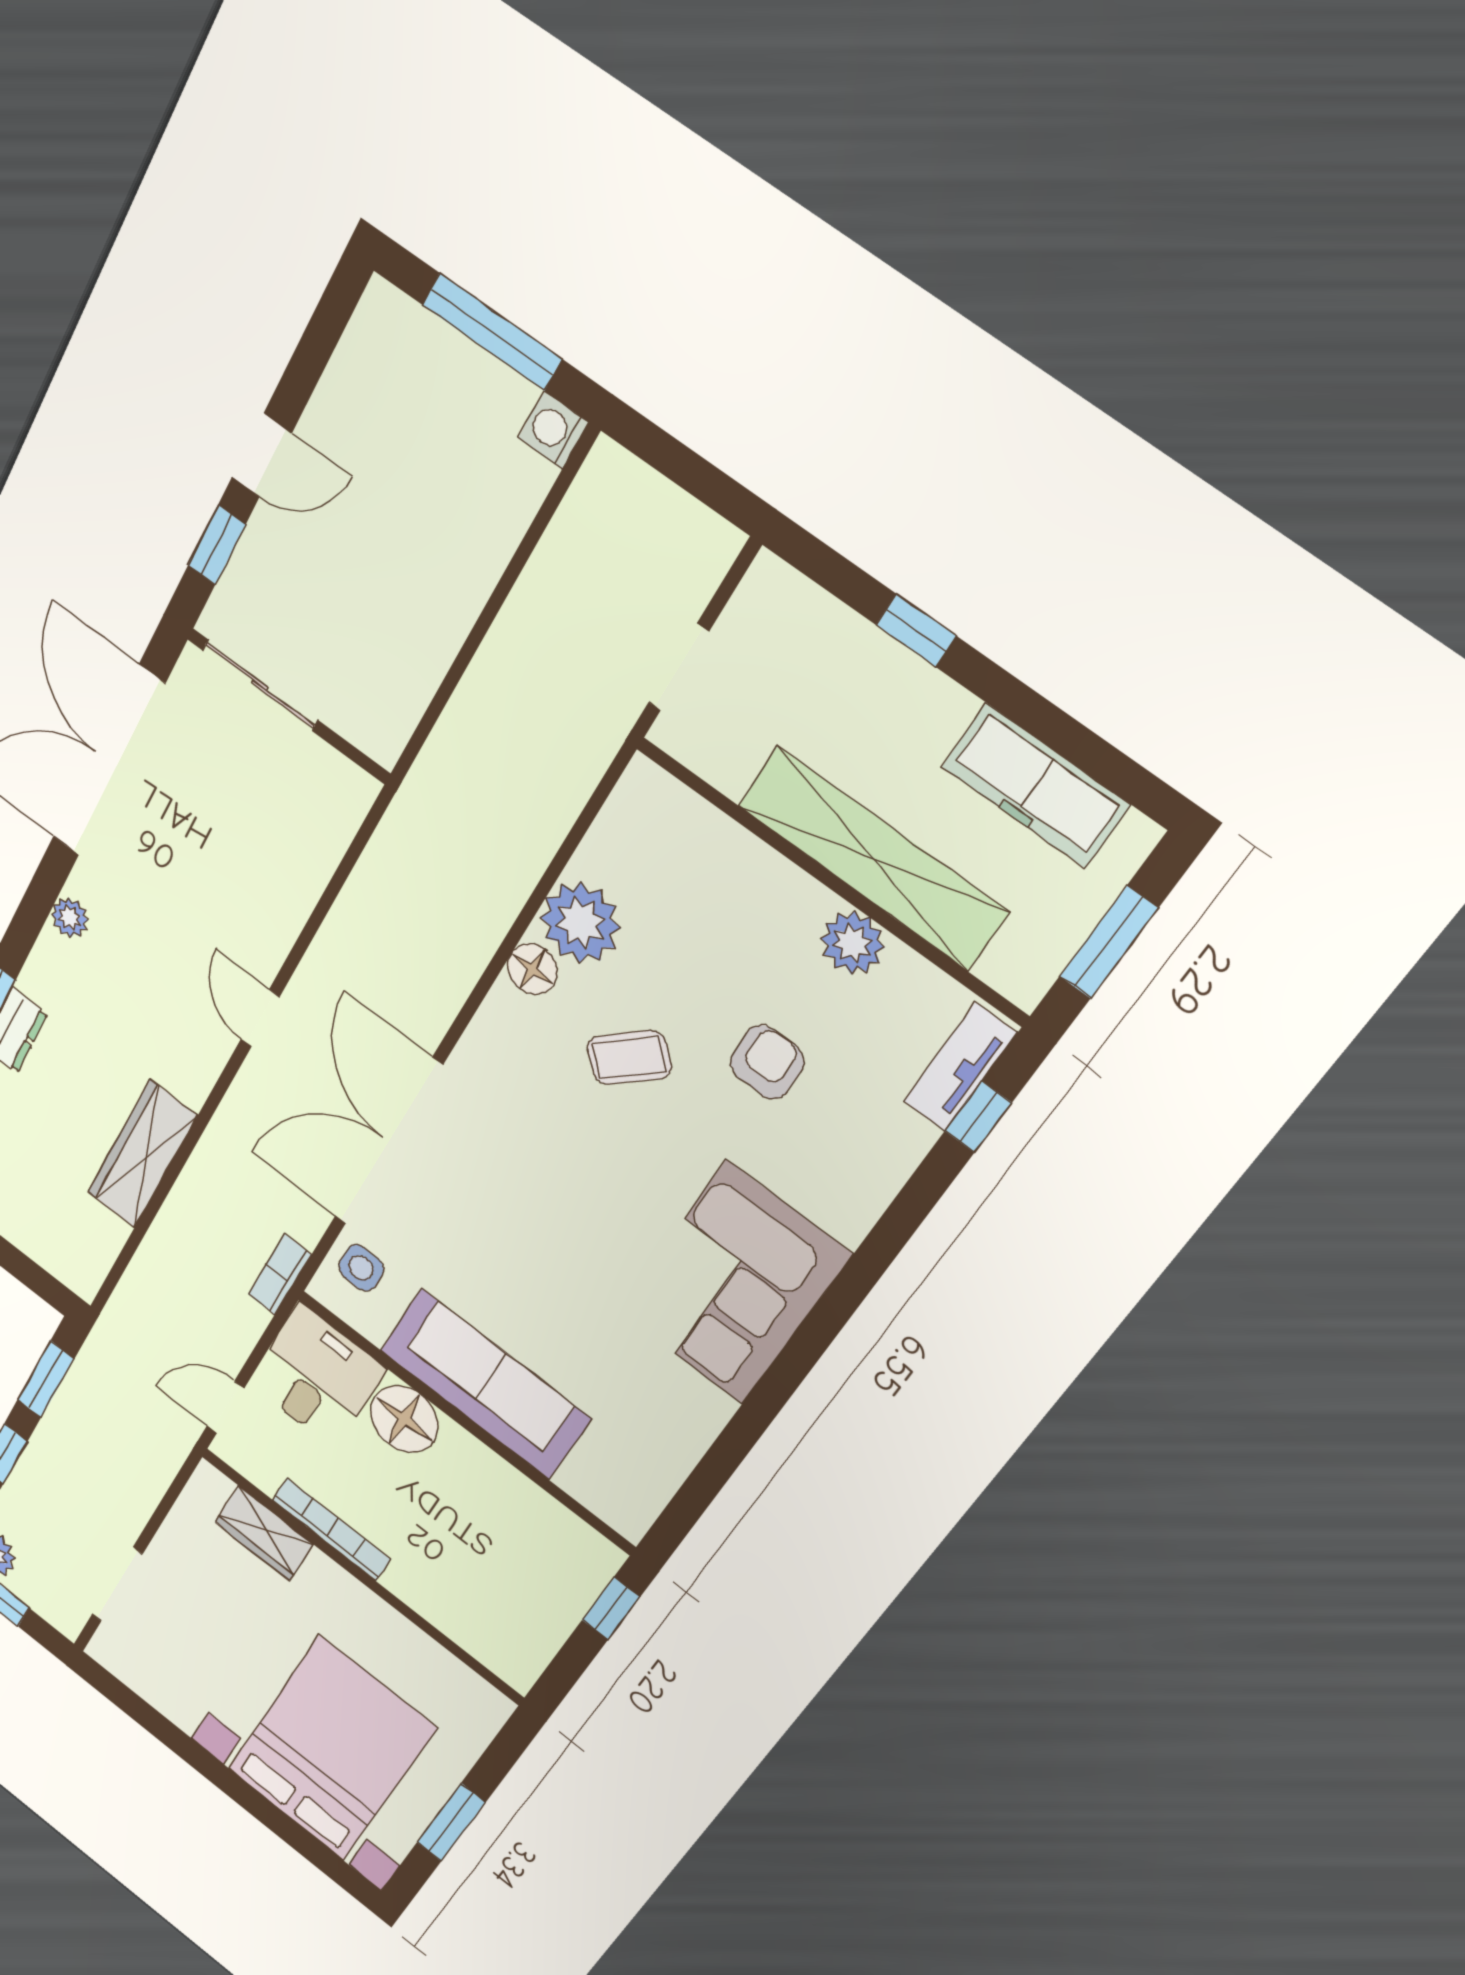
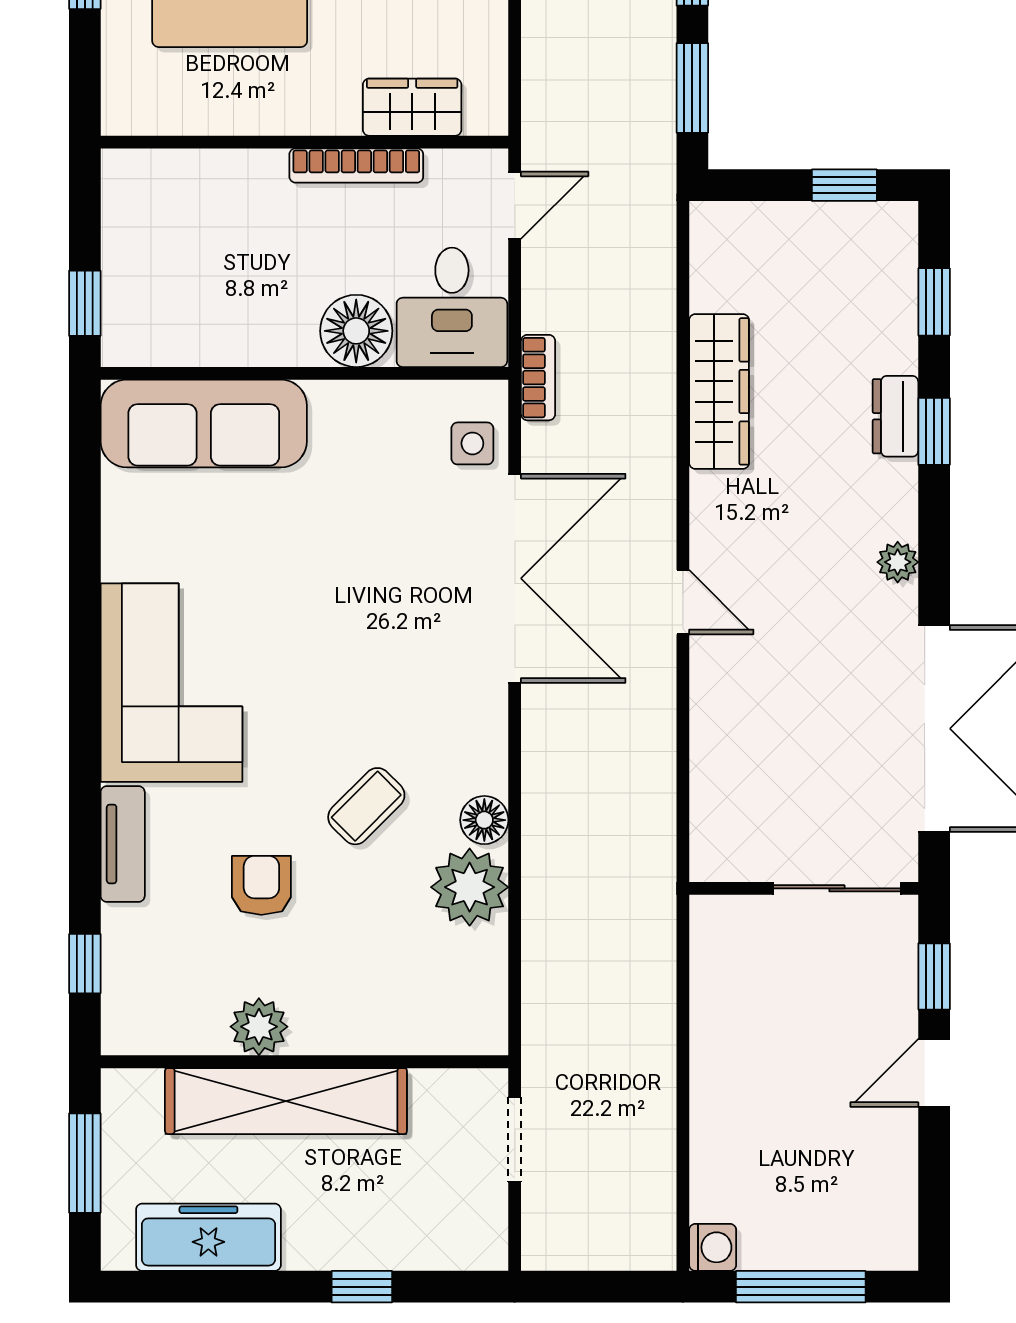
armchair: (767, 1062) -> (261, 885), turned 180
tv unit: (960, 1067) -> (123, 844), moved
sofa: (485, 1384) -> (204, 423), moved

